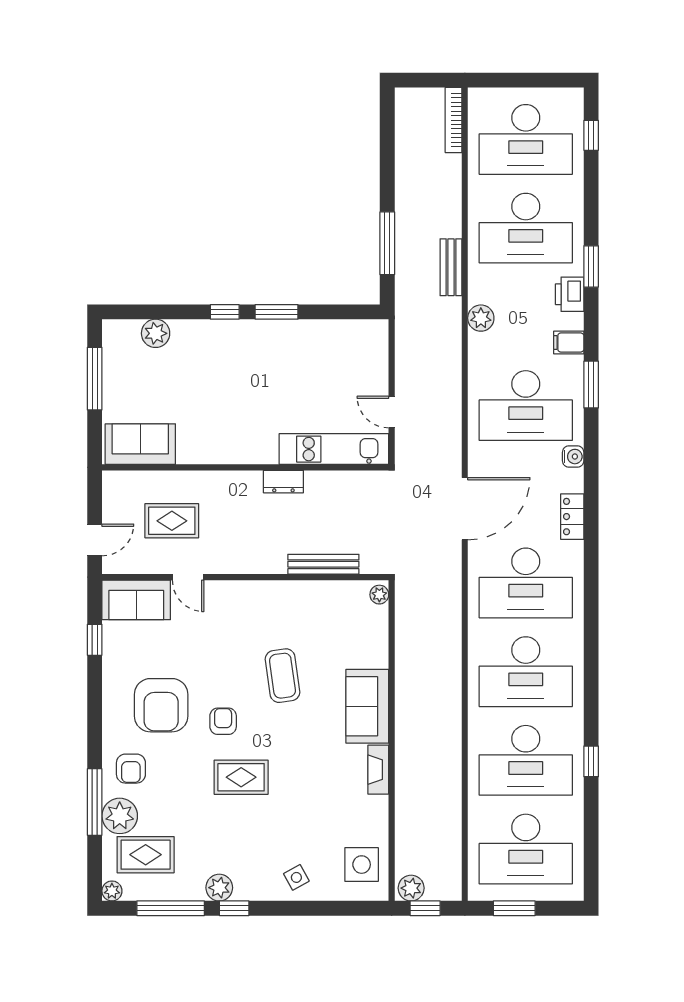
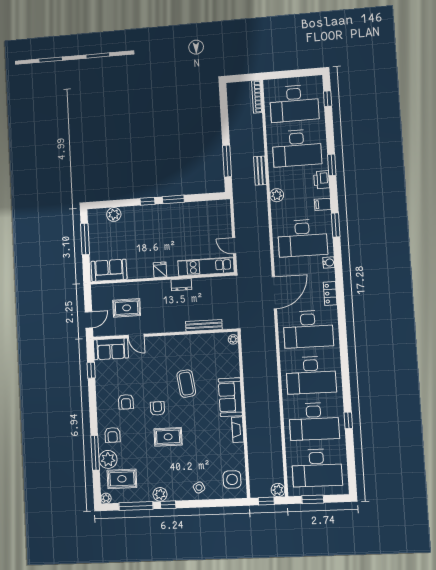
fridge: (242, 450) -> (160, 270), added
armchair: (161, 705) -> (126, 402), width x0.53, depth x0.53
plant: (411, 888) -> (278, 490), moved

